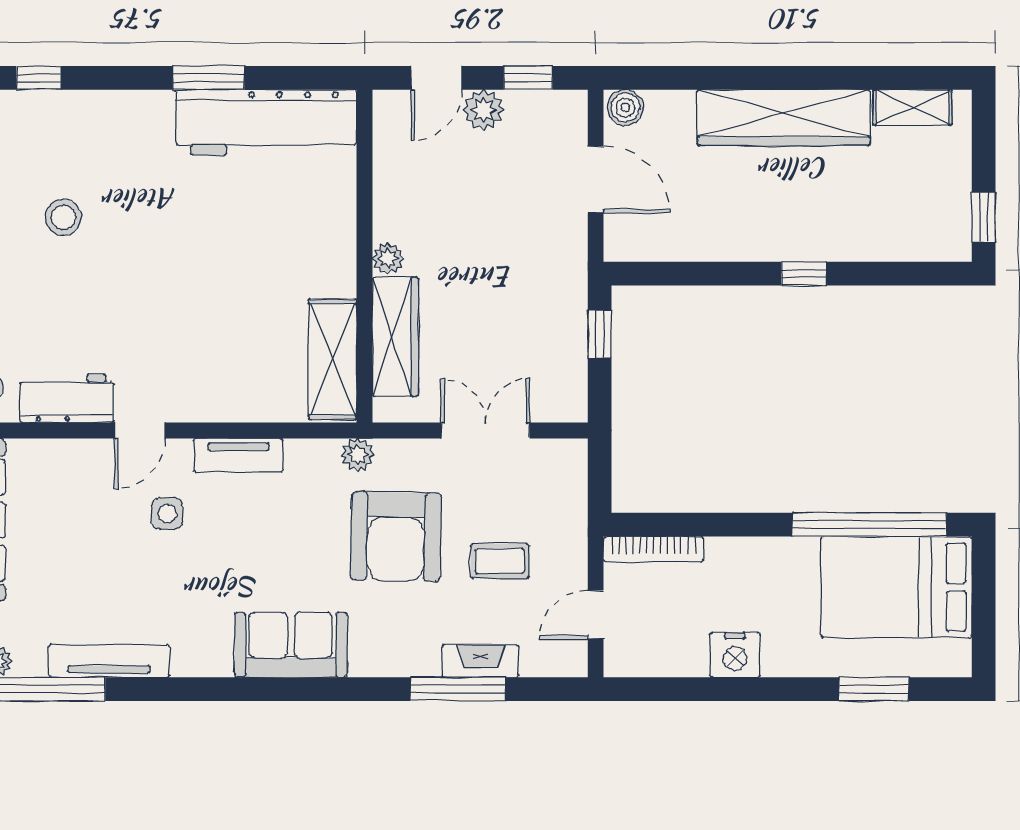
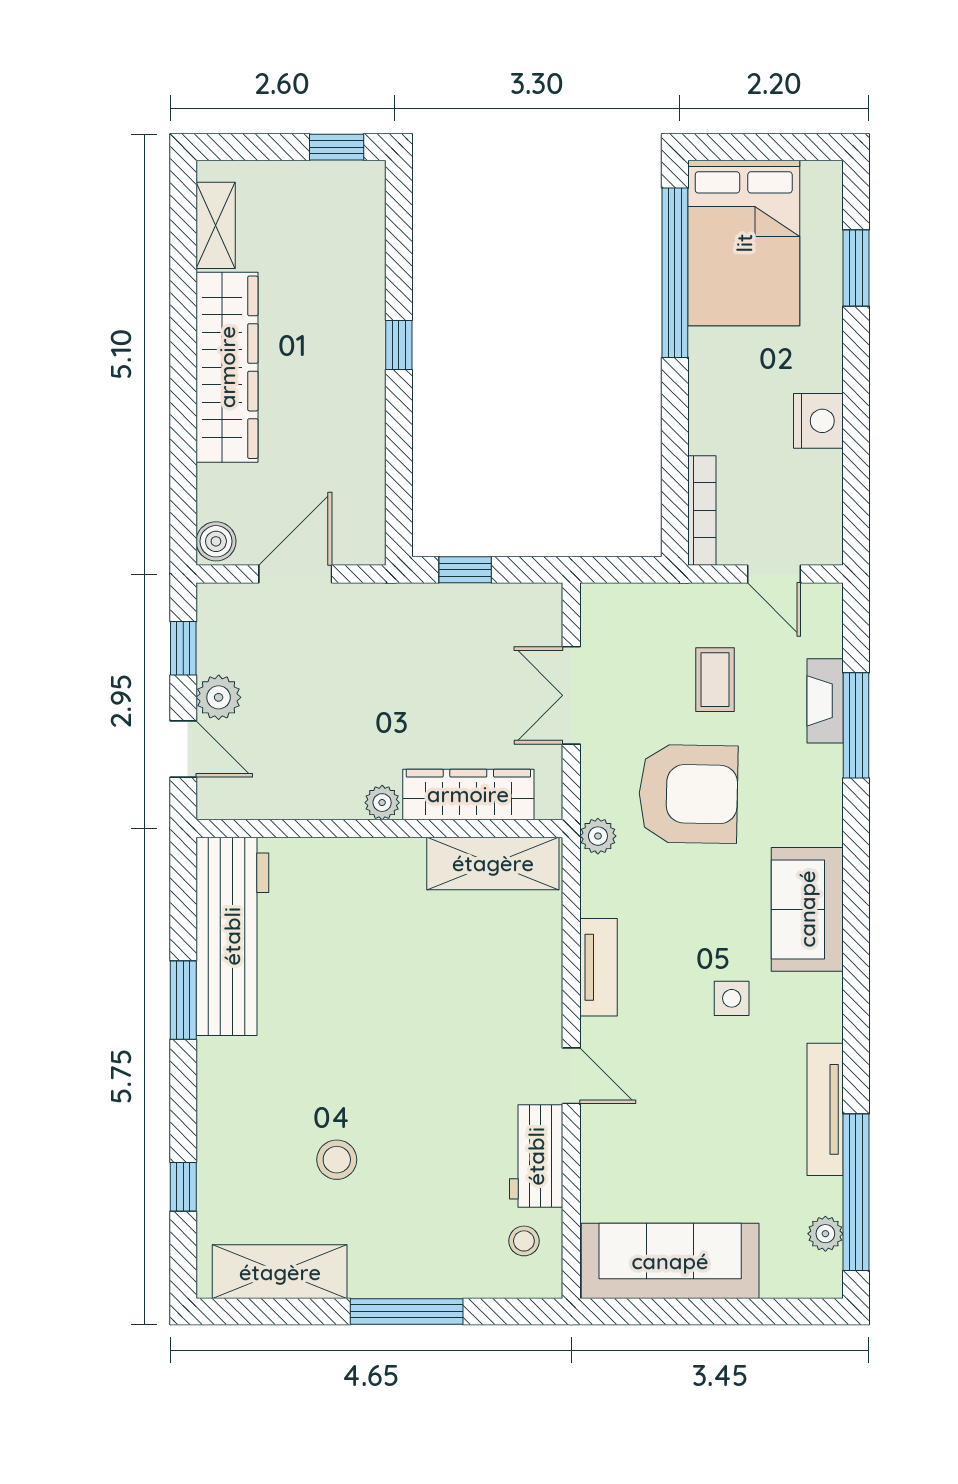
side table: (167, 514) -> (732, 998), moved

